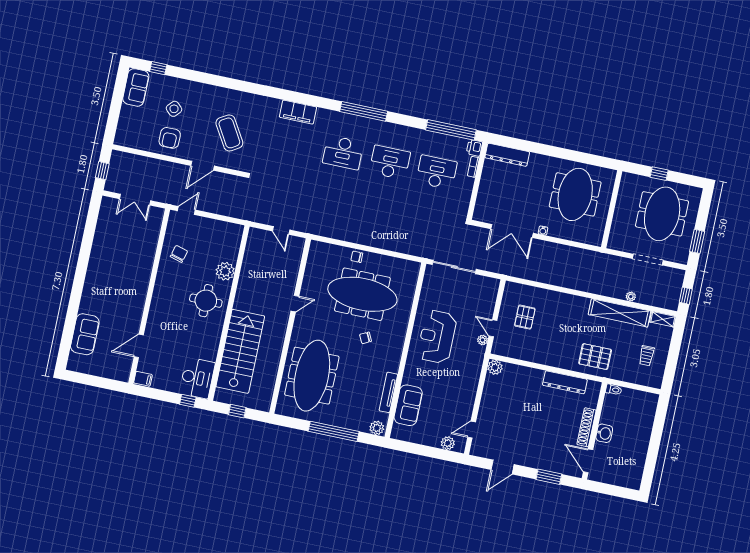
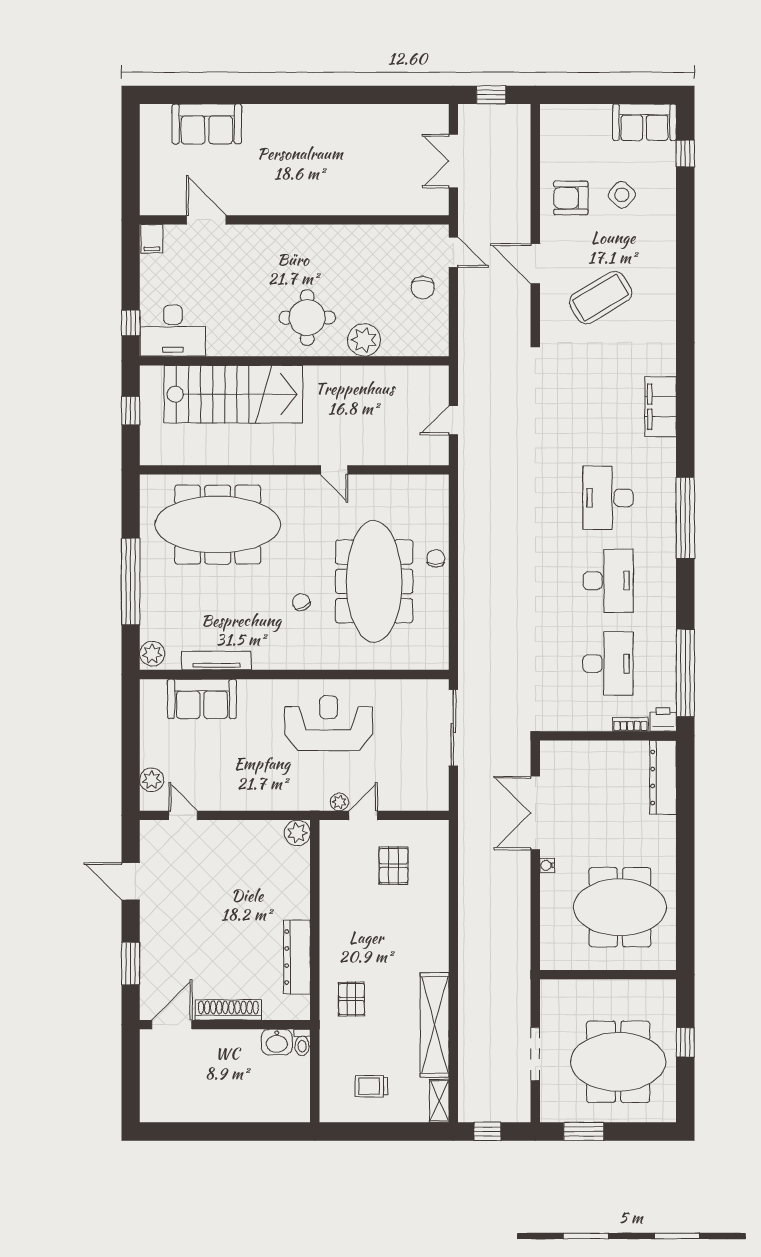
chair: (179, 254) -> (423, 288), moved, turned 77
plant: (631, 296) -> (466, 1038), removed
pallet: (525, 317) -> (394, 866), turned 90
pallet: (595, 357) -> (351, 999), width x0.67, depth x0.71
washbasin: (604, 433) -> (277, 1042), moved

